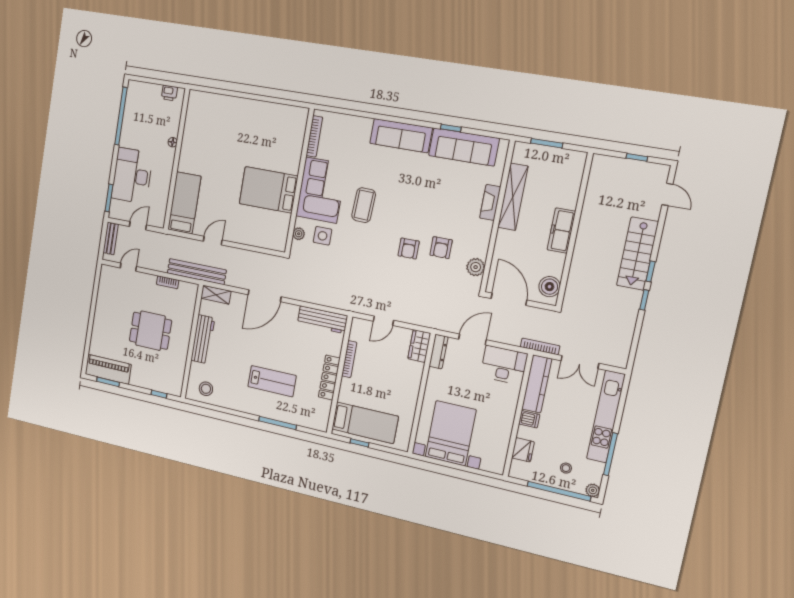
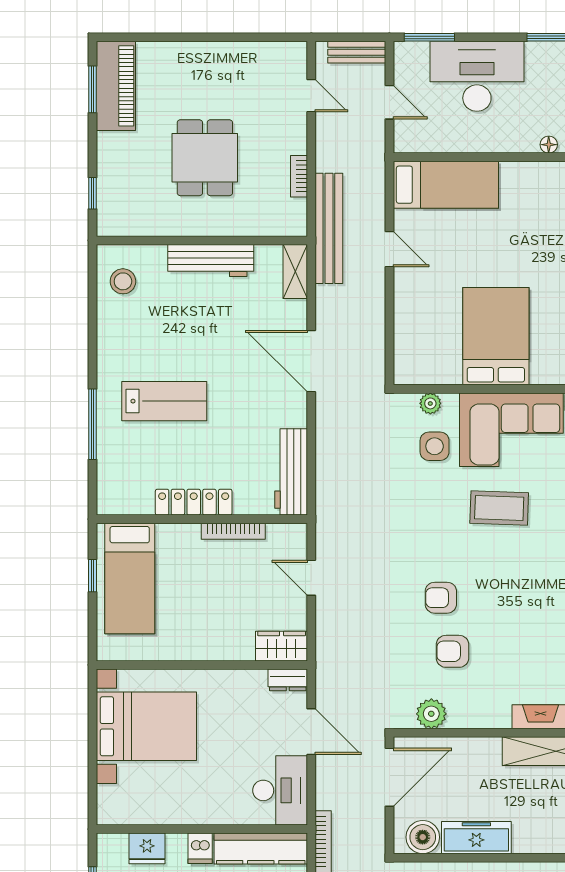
freezer: (561, 231) -> (476, 838), moved
dresser: (438, 352) -> (288, 680), width x0.70
lab bench: (272, 381) -> (164, 401), turned -90

